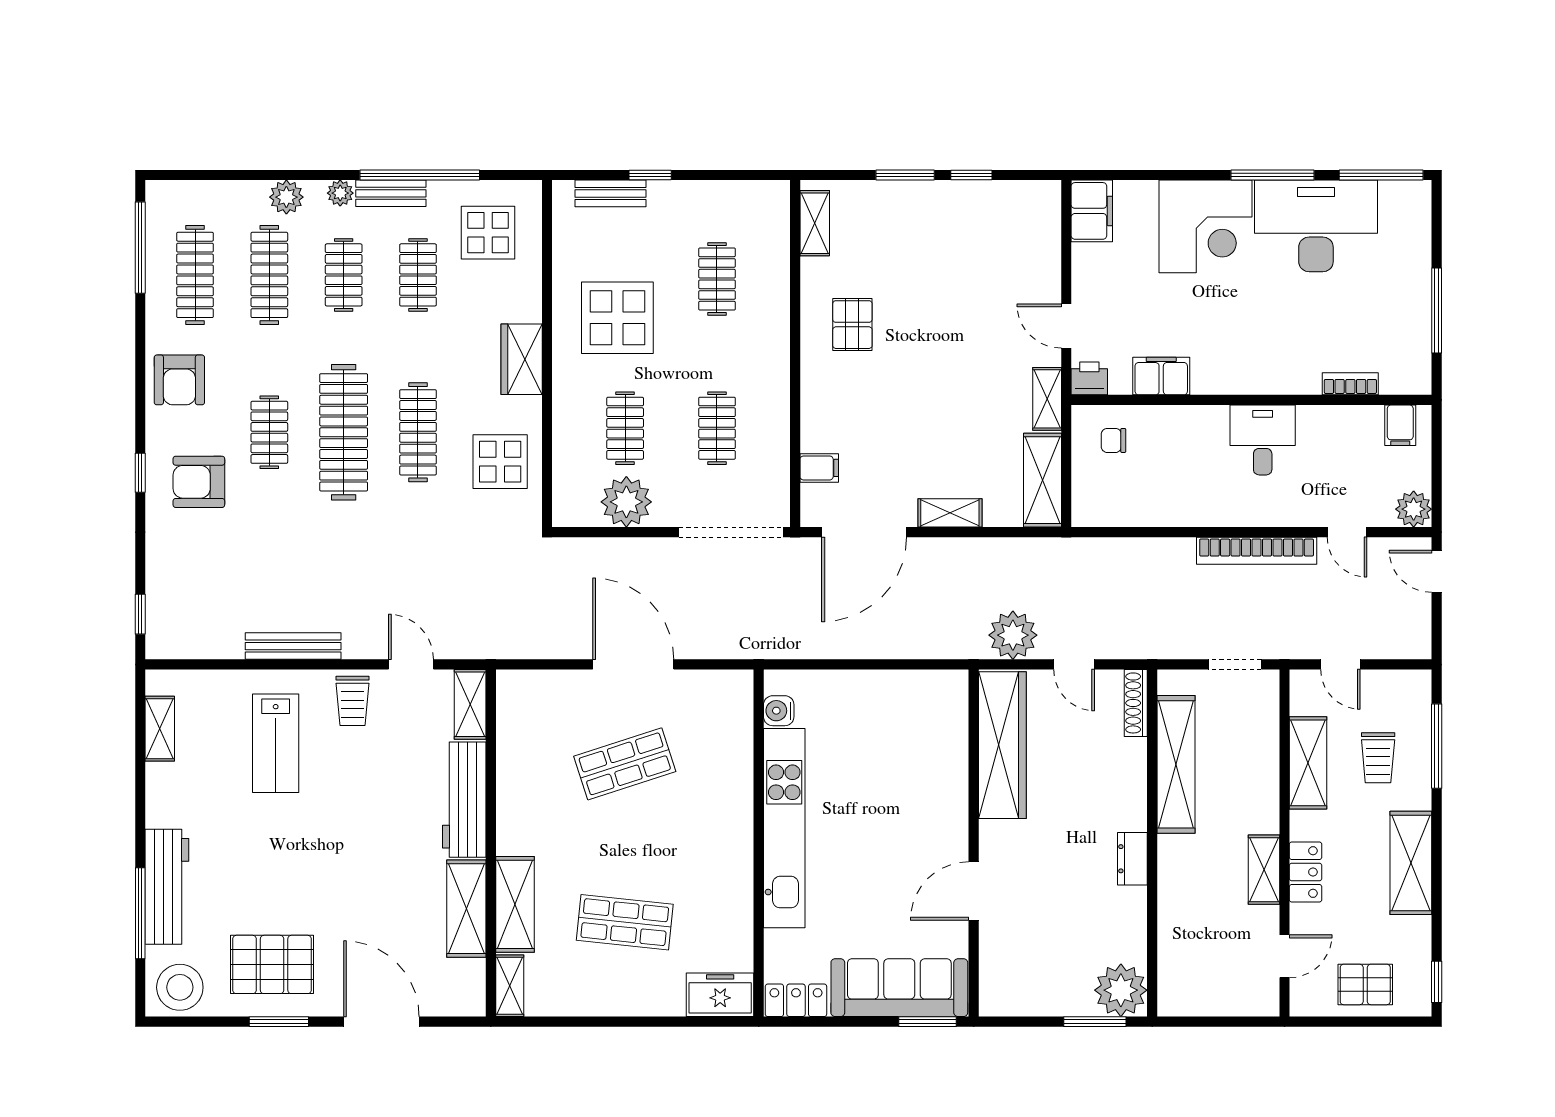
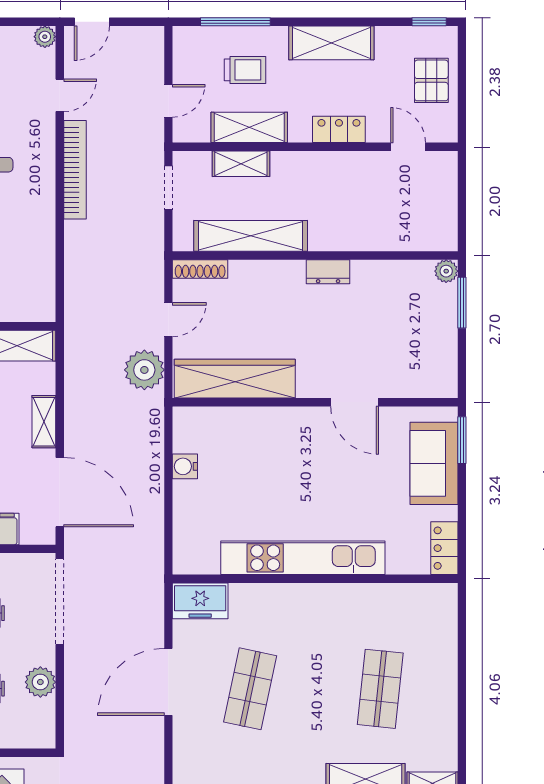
plant: (626, 502) -> (40, 682), width x0.73, depth x0.73
plant: (1414, 509) -> (45, 37), width x0.73, depth x0.73
water cooler: (779, 711) -> (185, 466), moved, turned 90
shop shelf: (625, 764) -> (250, 689), turned 30
shelving: (1264, 870) -> (241, 164), moved
sofa: (899, 988) -> (434, 463), width x0.73
plant: (1121, 990) -> (446, 271), width x0.53, depth x0.53
freezer: (720, 995) -> (200, 601), moved, turned -90

